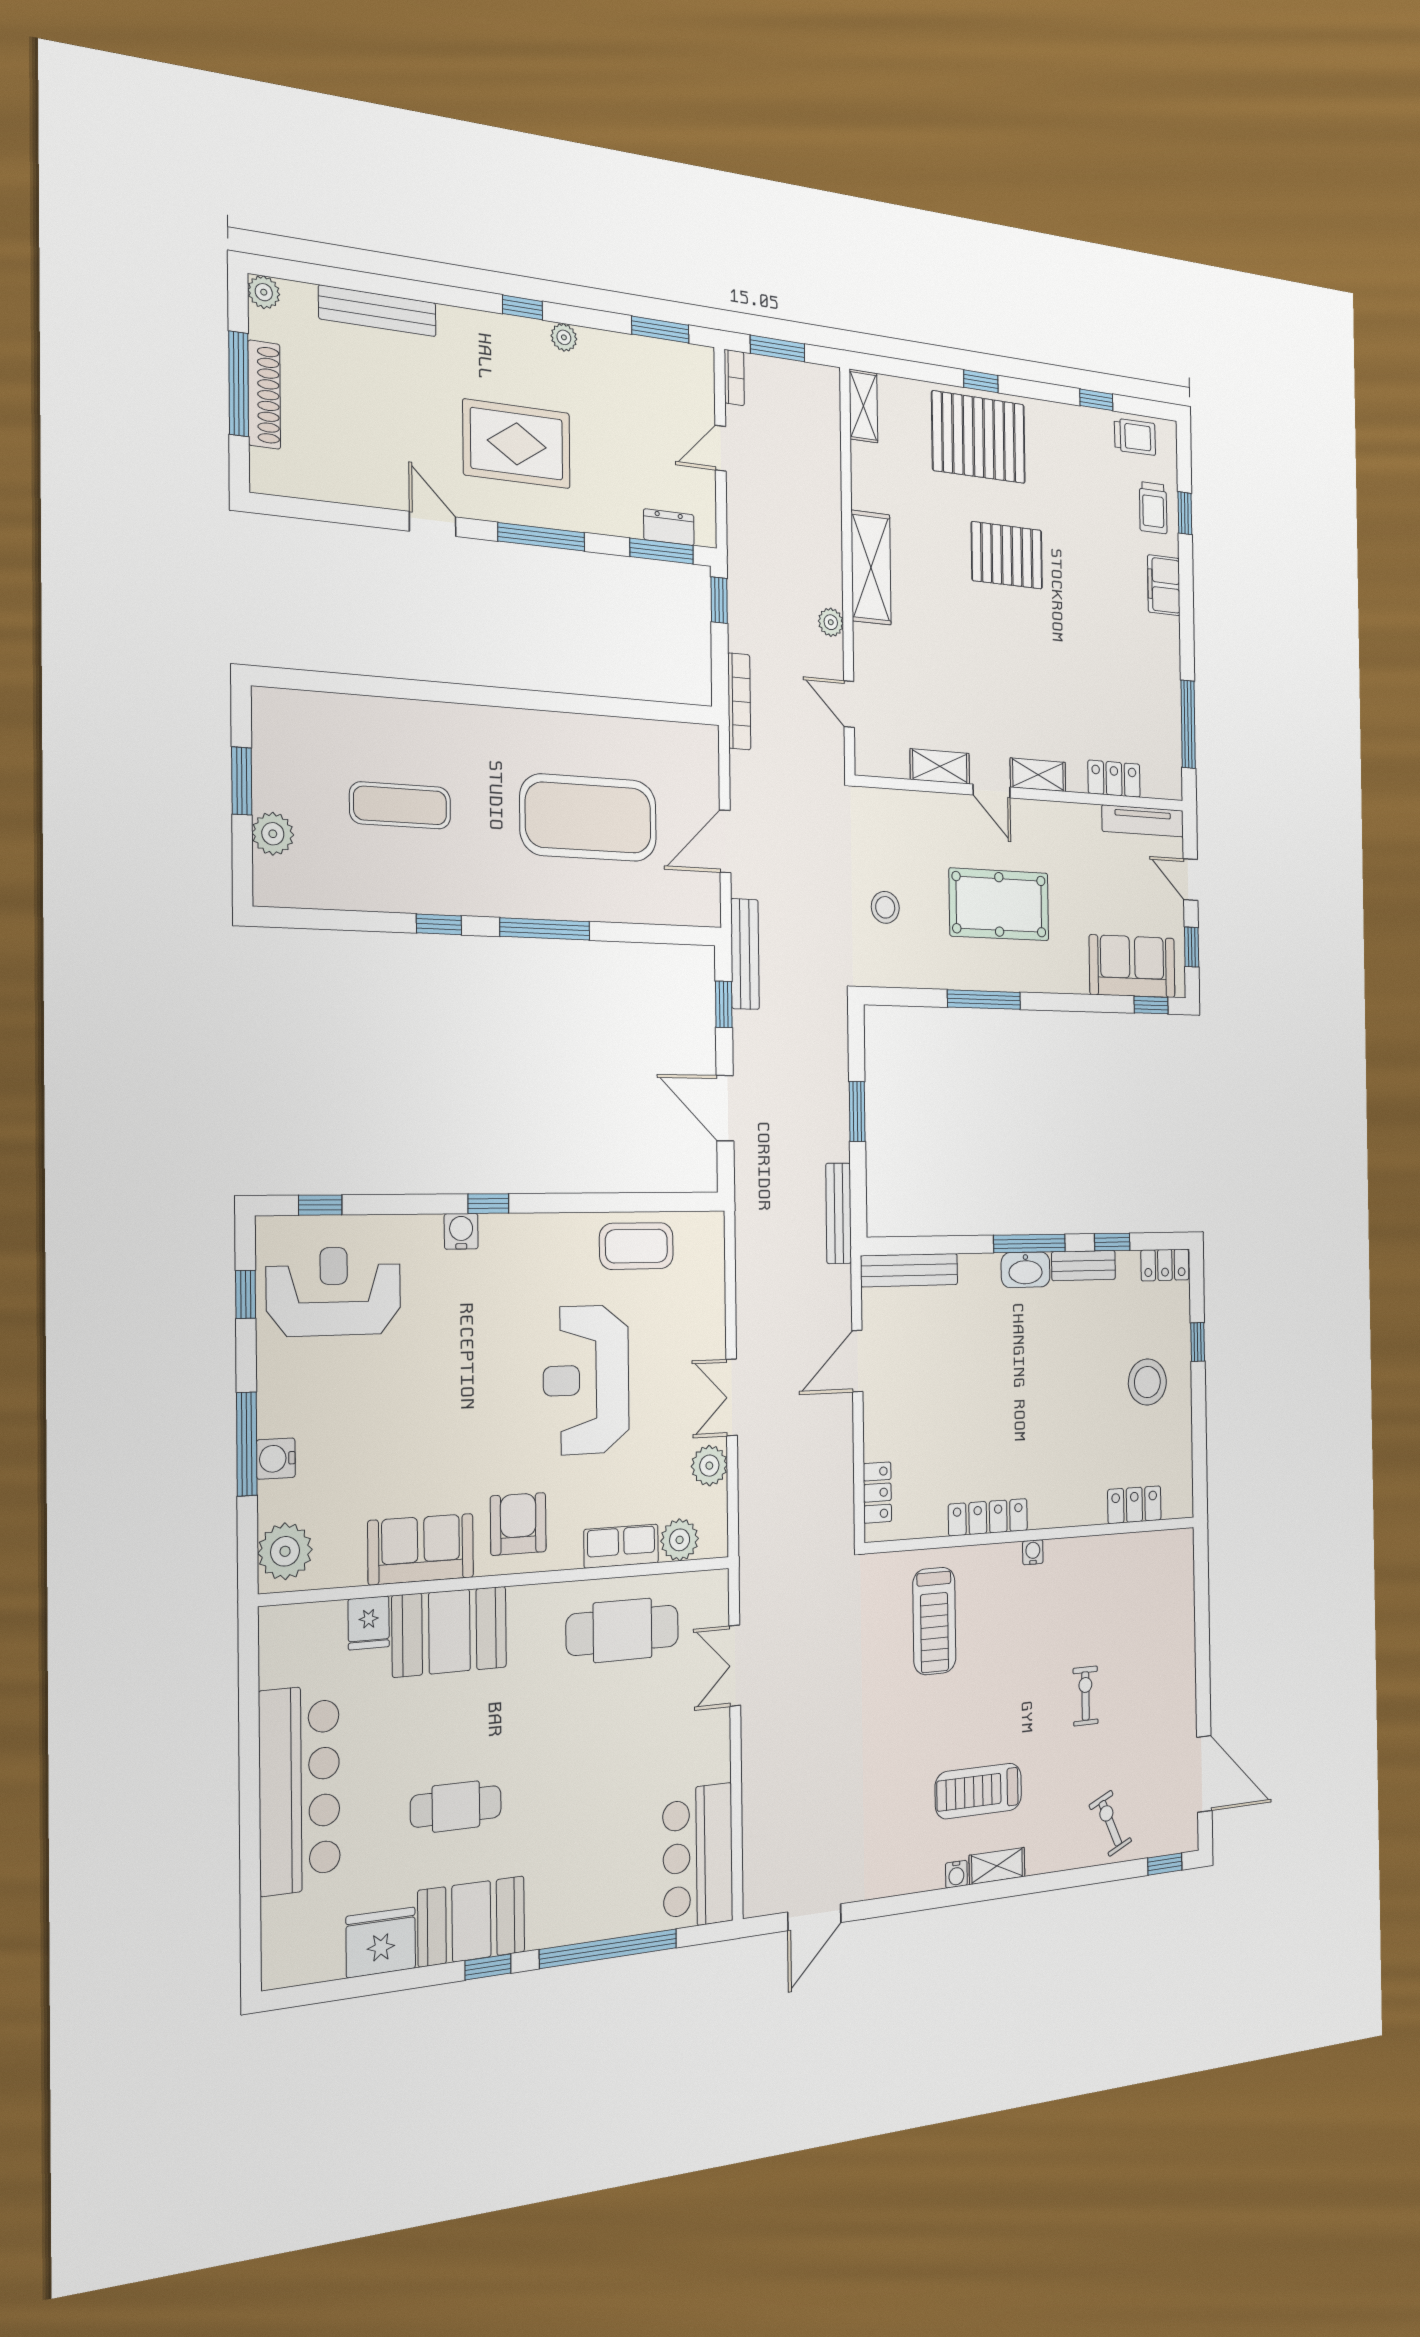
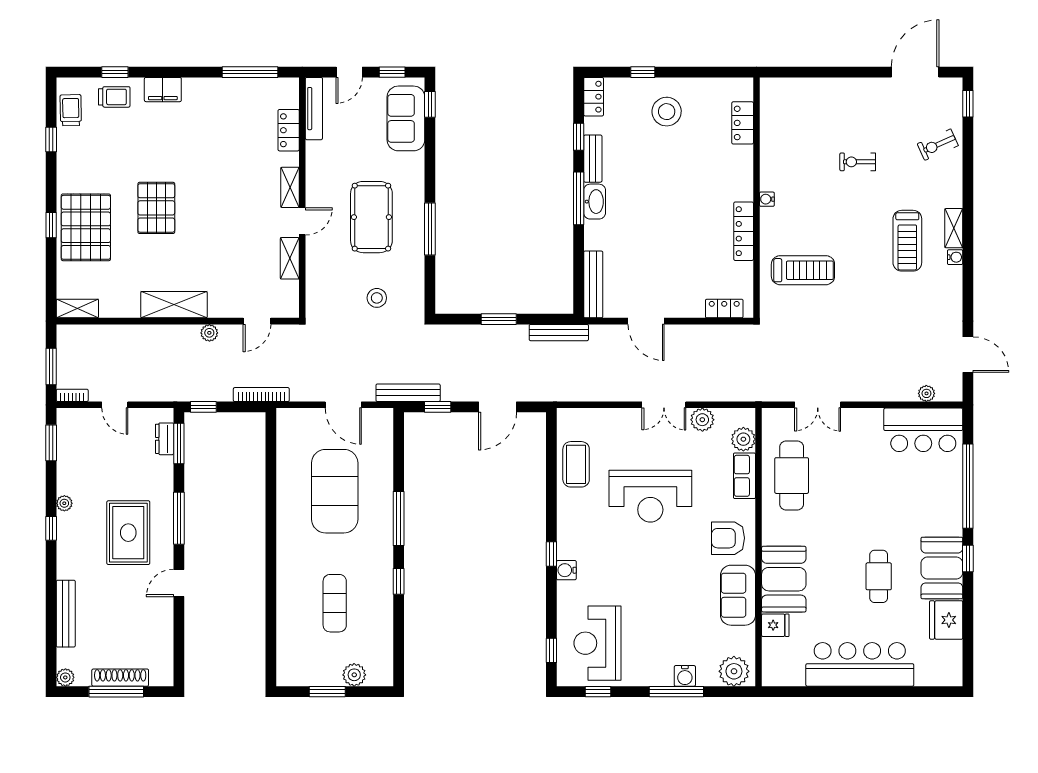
plant: (755, 1854) -> (926, 393), added

